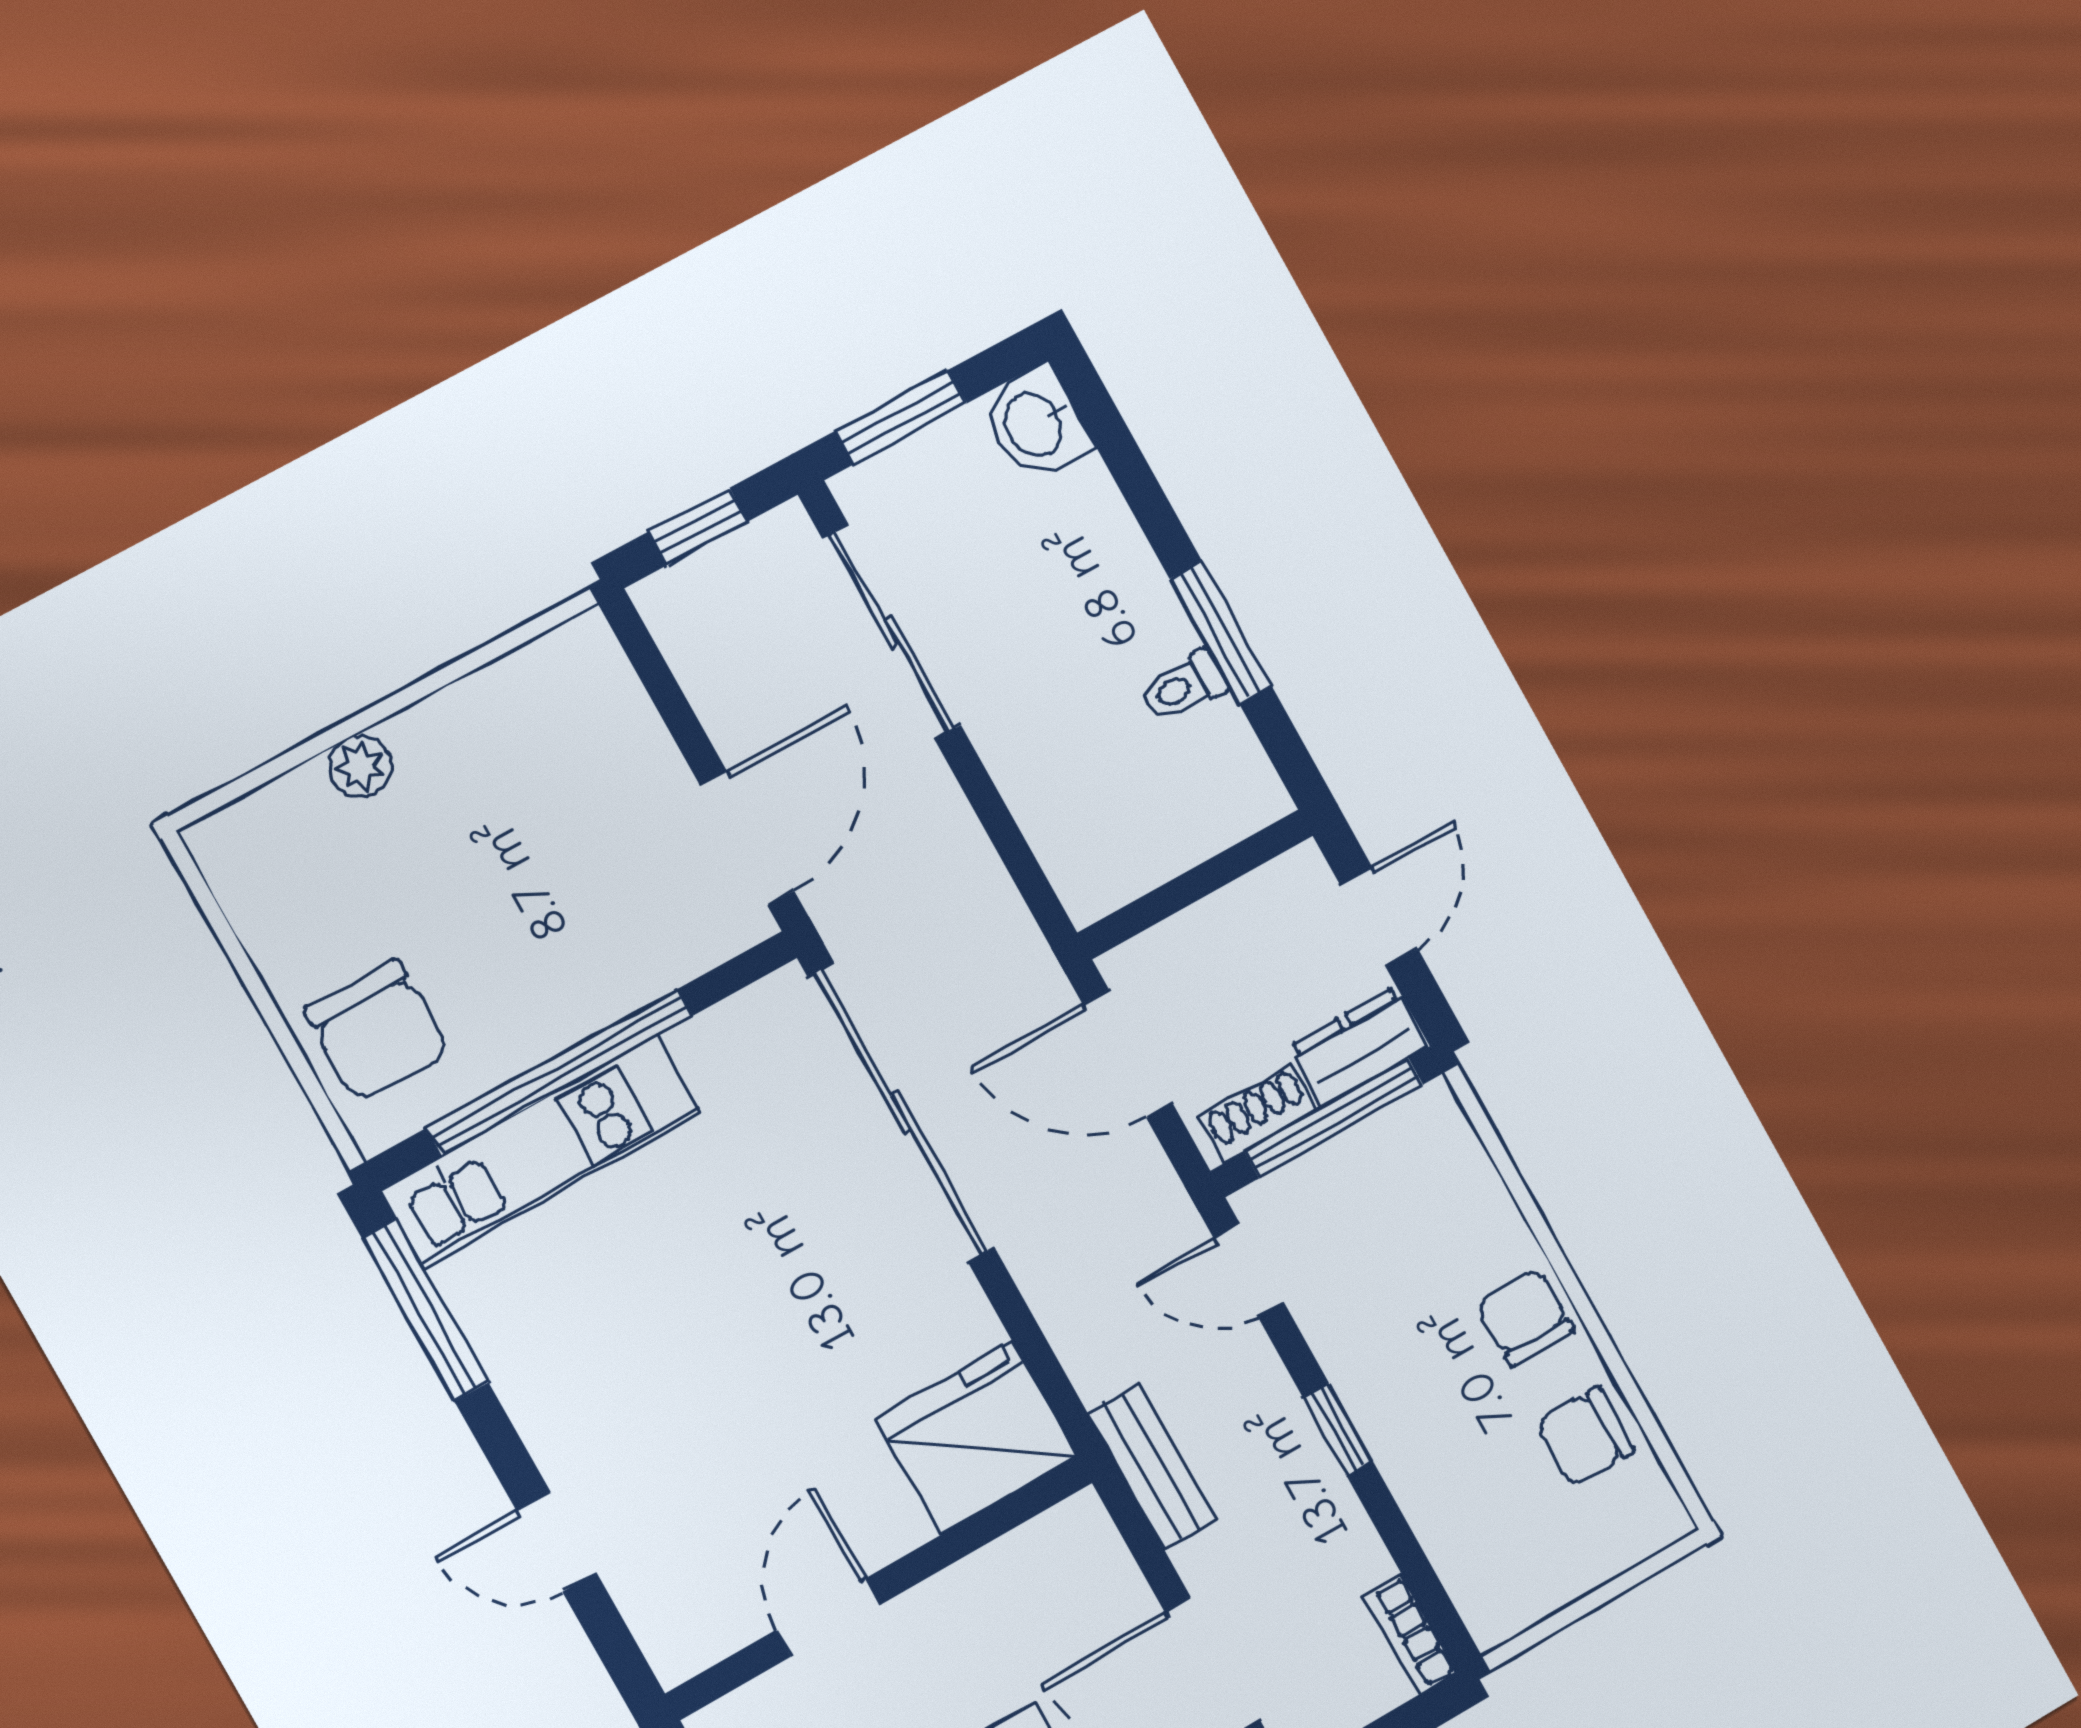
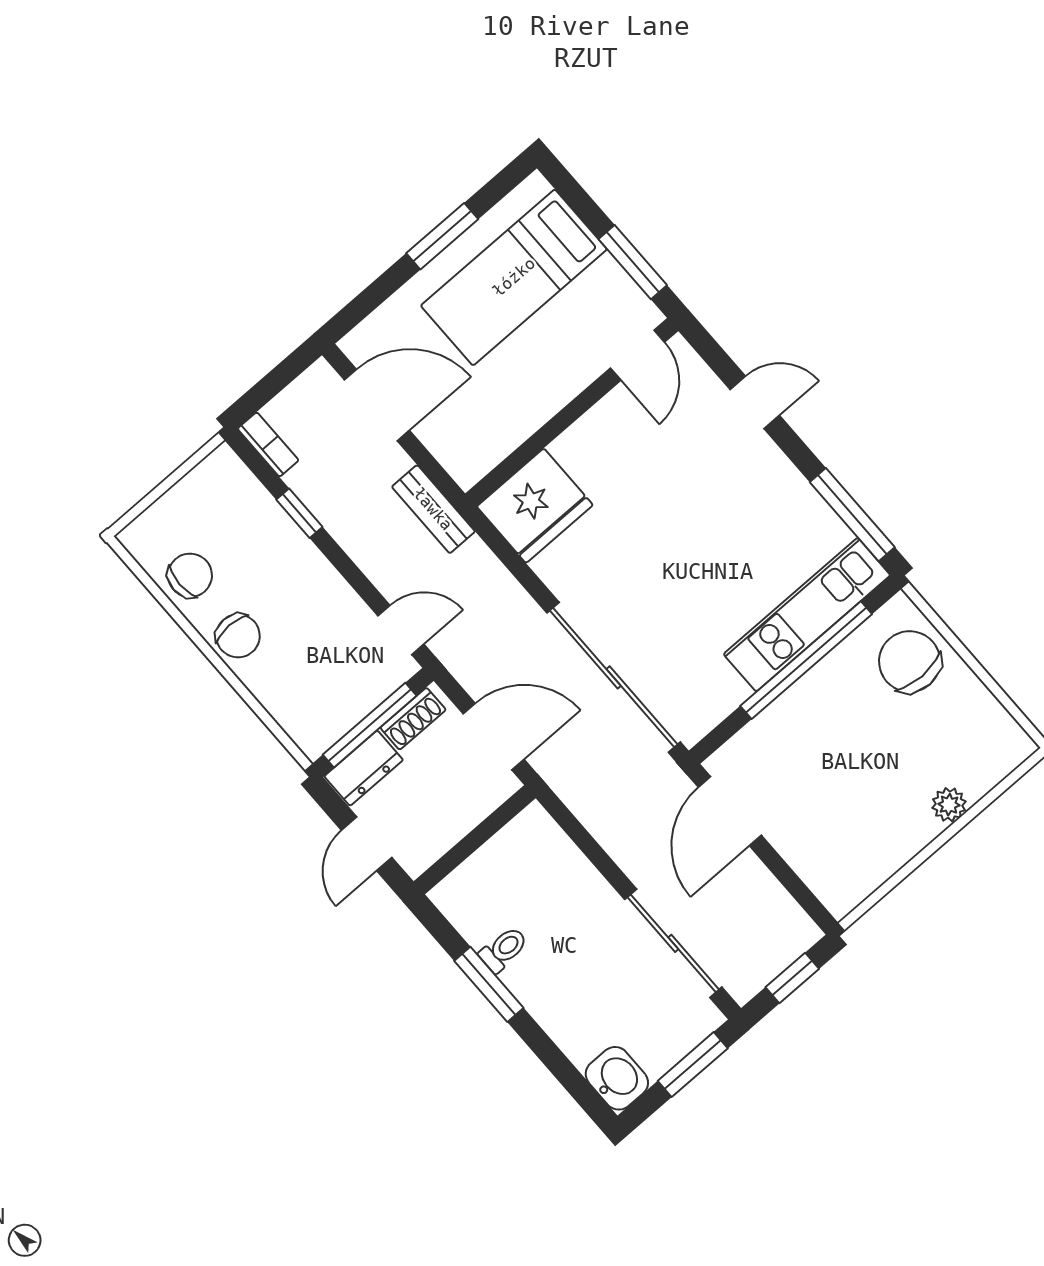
window: (1338, 1429) -> (299, 513), moved
door: (828, 1617) -> (637, 355), moved

